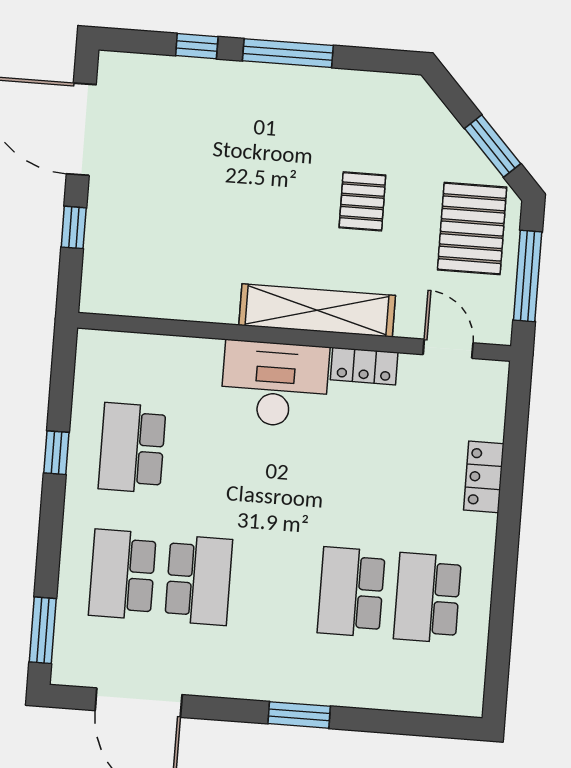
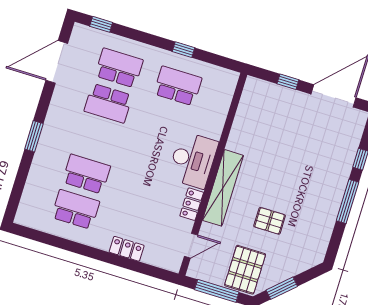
pallet: (472, 229) -> (245, 270), turned 90
window: (43, 630) -> (101, 24), width x0.67

